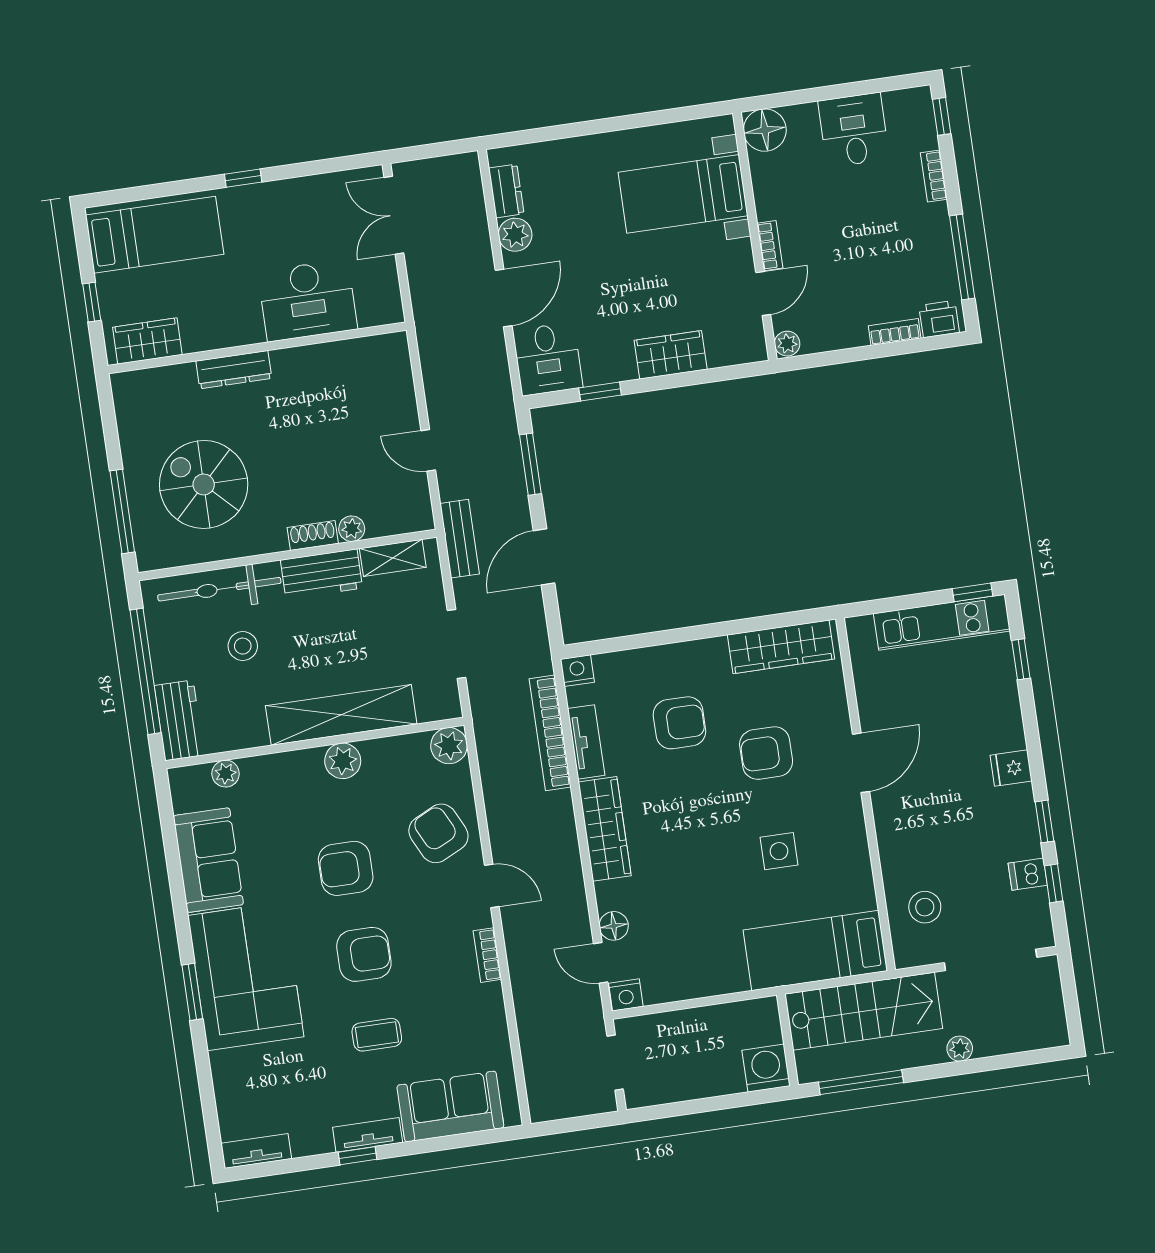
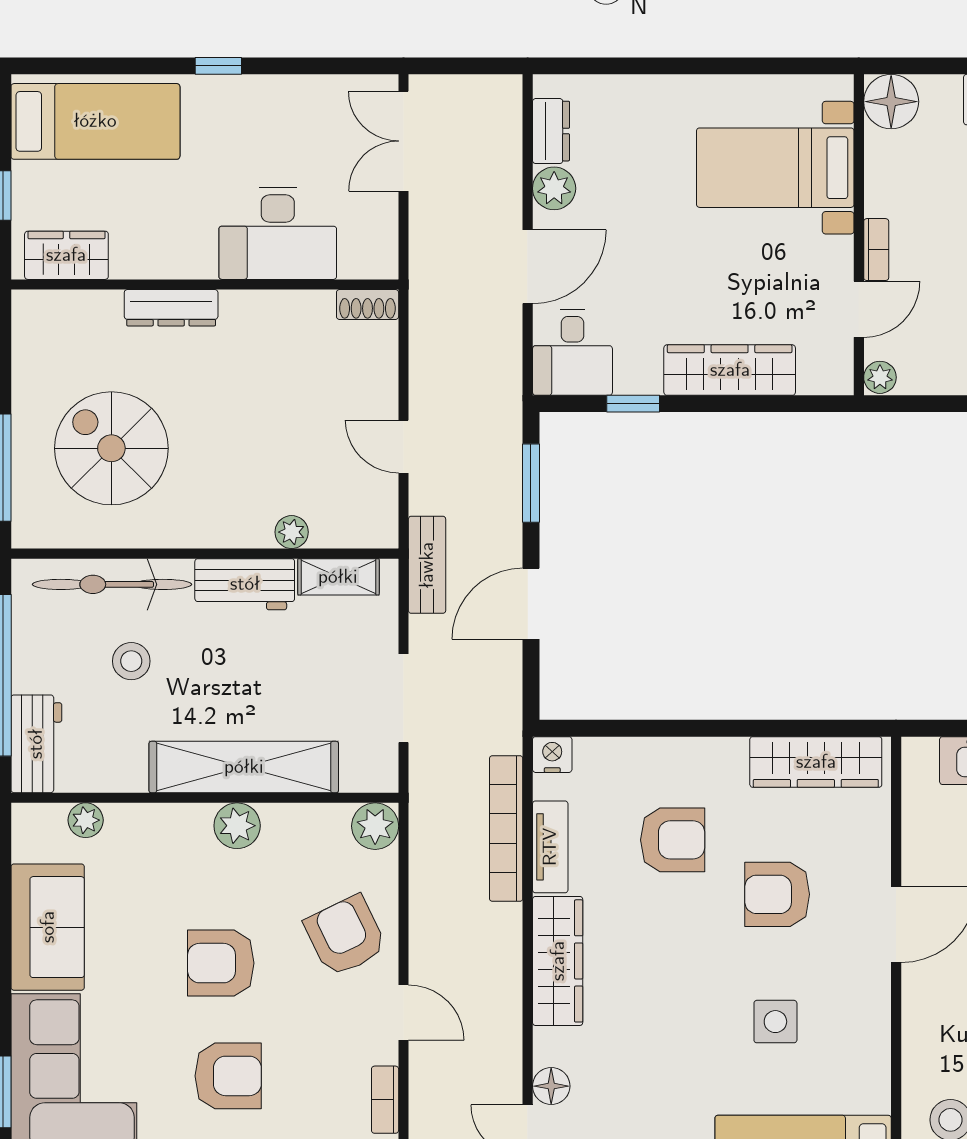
wardrobe: (671, 355) -> (730, 370), width x1.50
shoe rack: (313, 536) -> (368, 305), moved, turned 180

